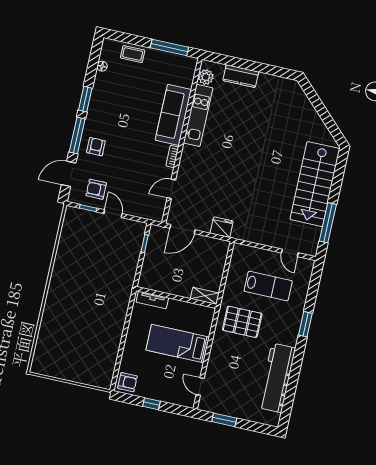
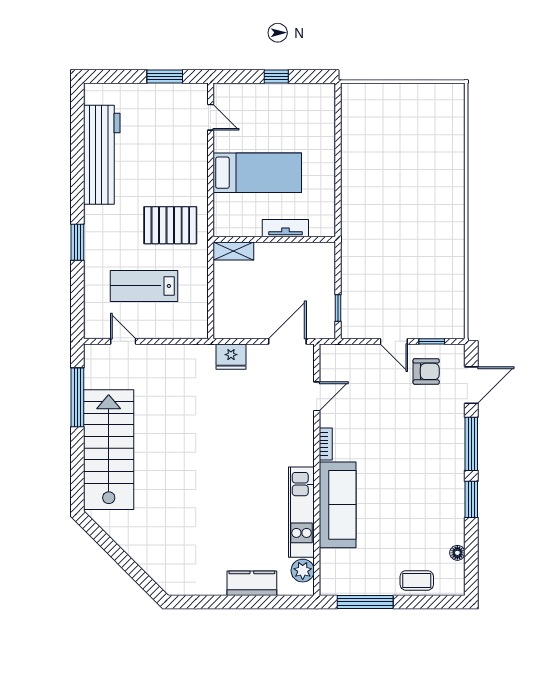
armchair: (96, 147) -> (440, 433), removed
tv unit: (152, 300) -> (285, 228), moved
armchair: (127, 382) -> (318, 100), removed

